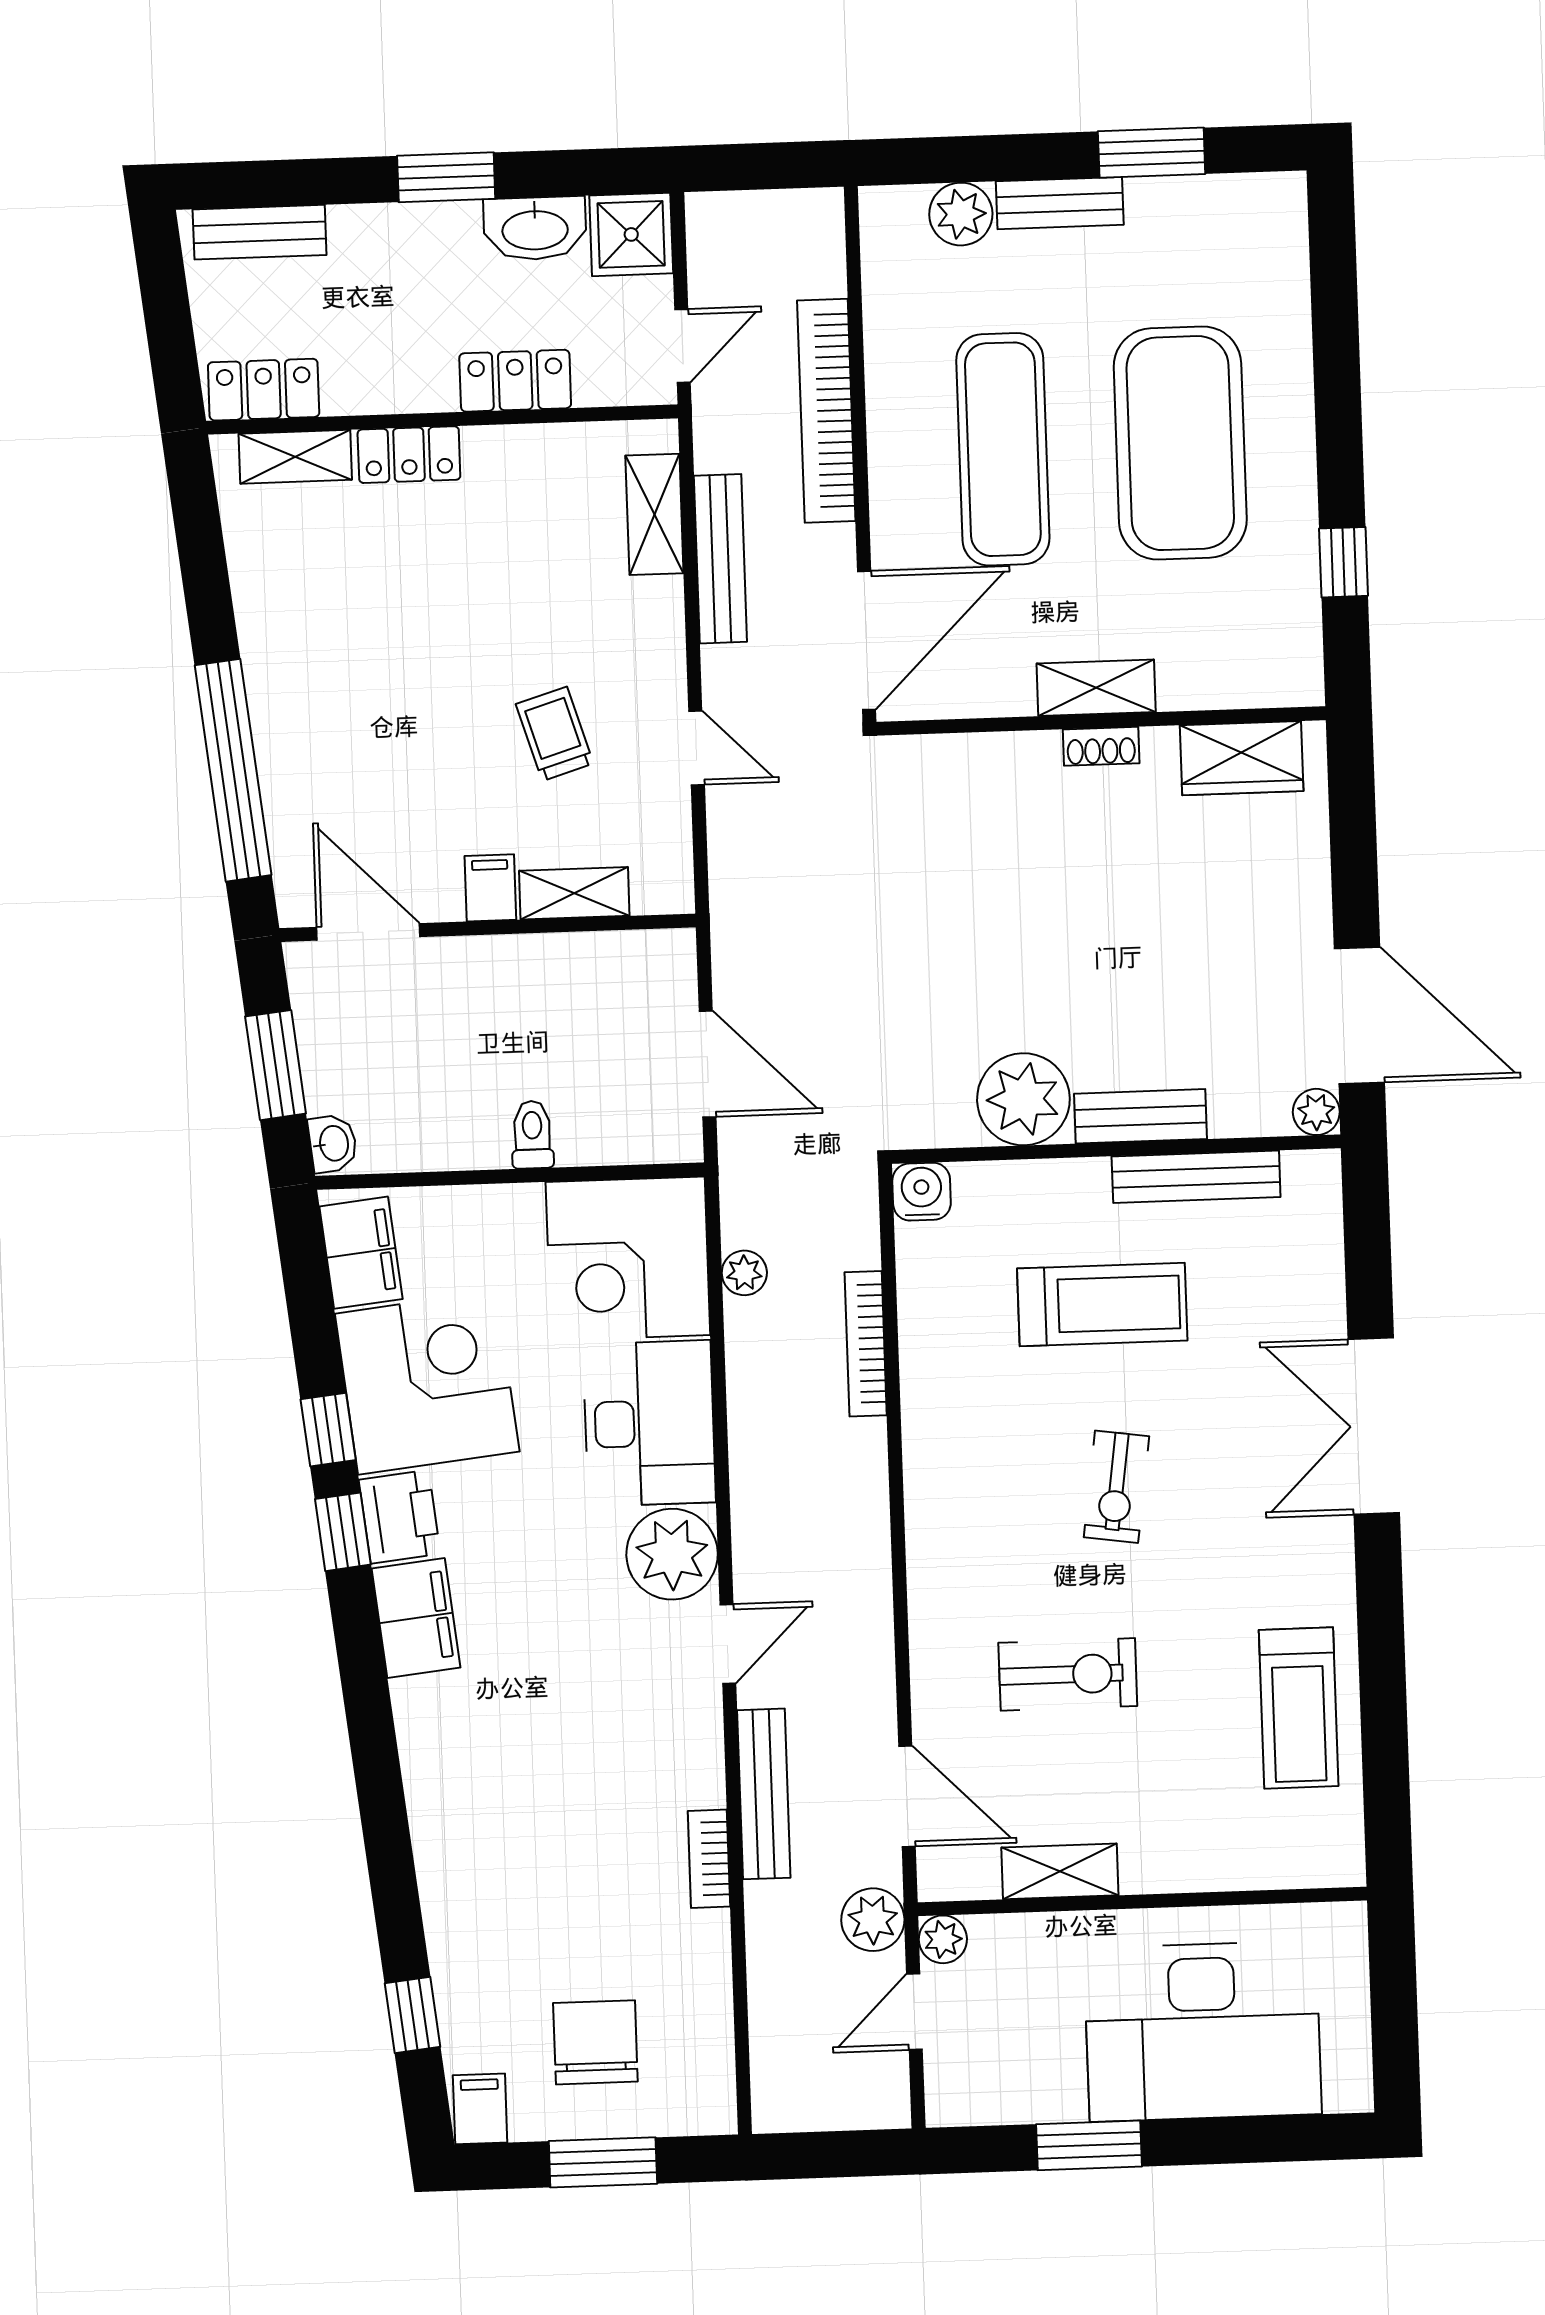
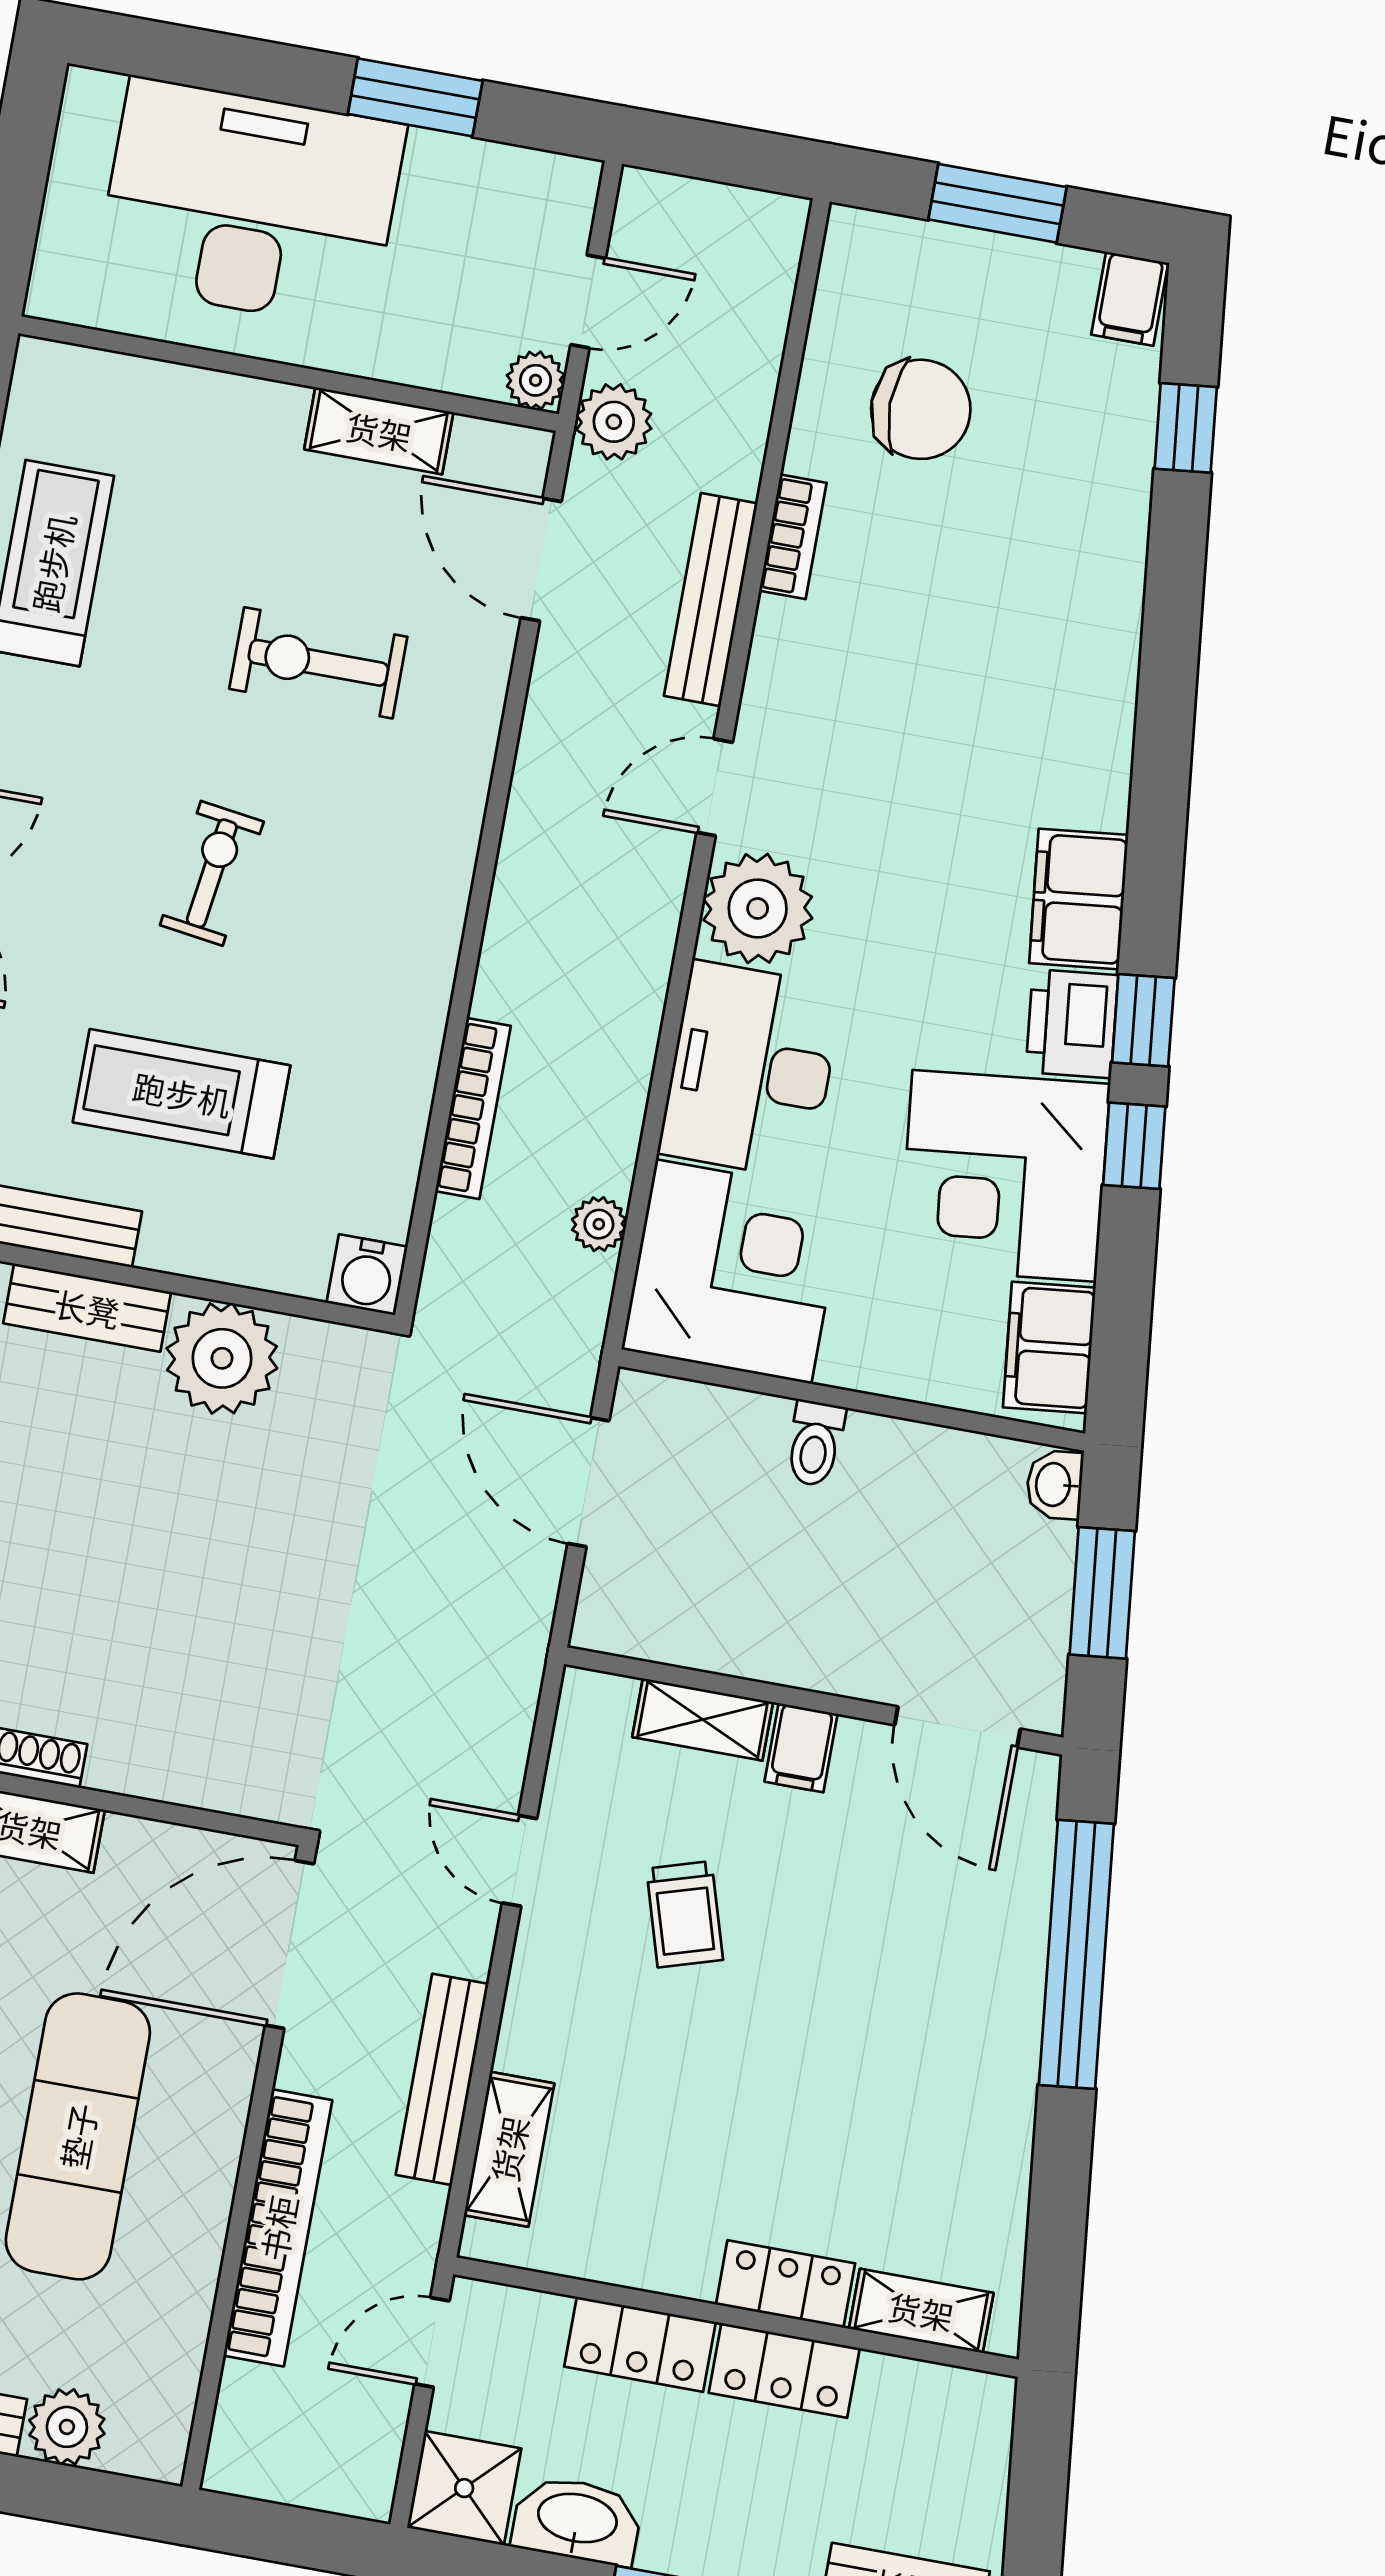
locker: (264, 390) -> (784, 2370), moved
chair: (595, 2042) -> (921, 409), moved, turned -90

